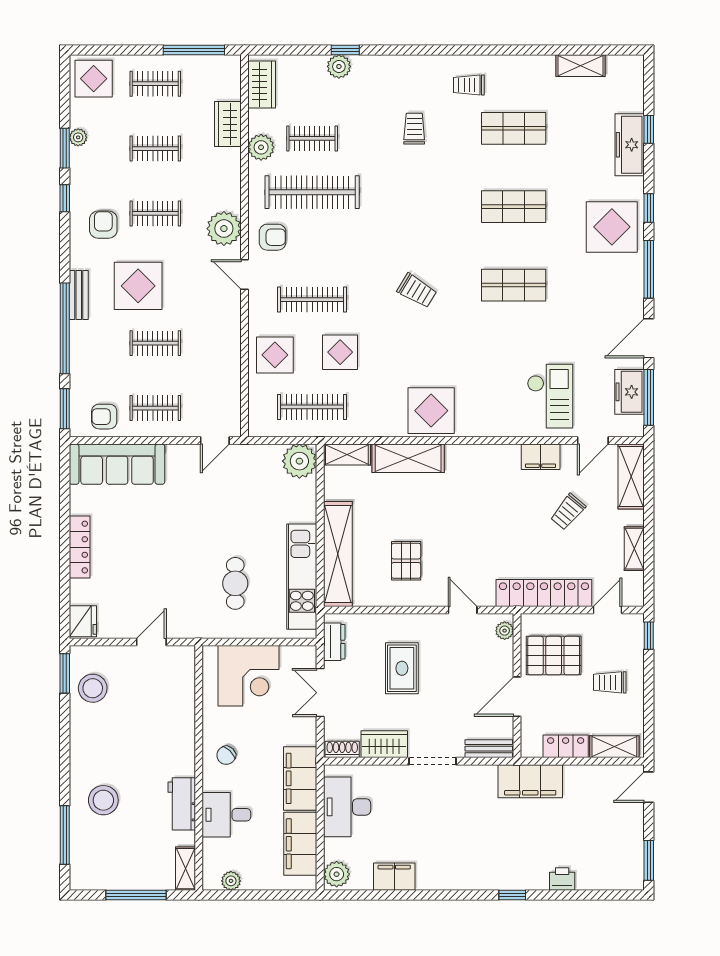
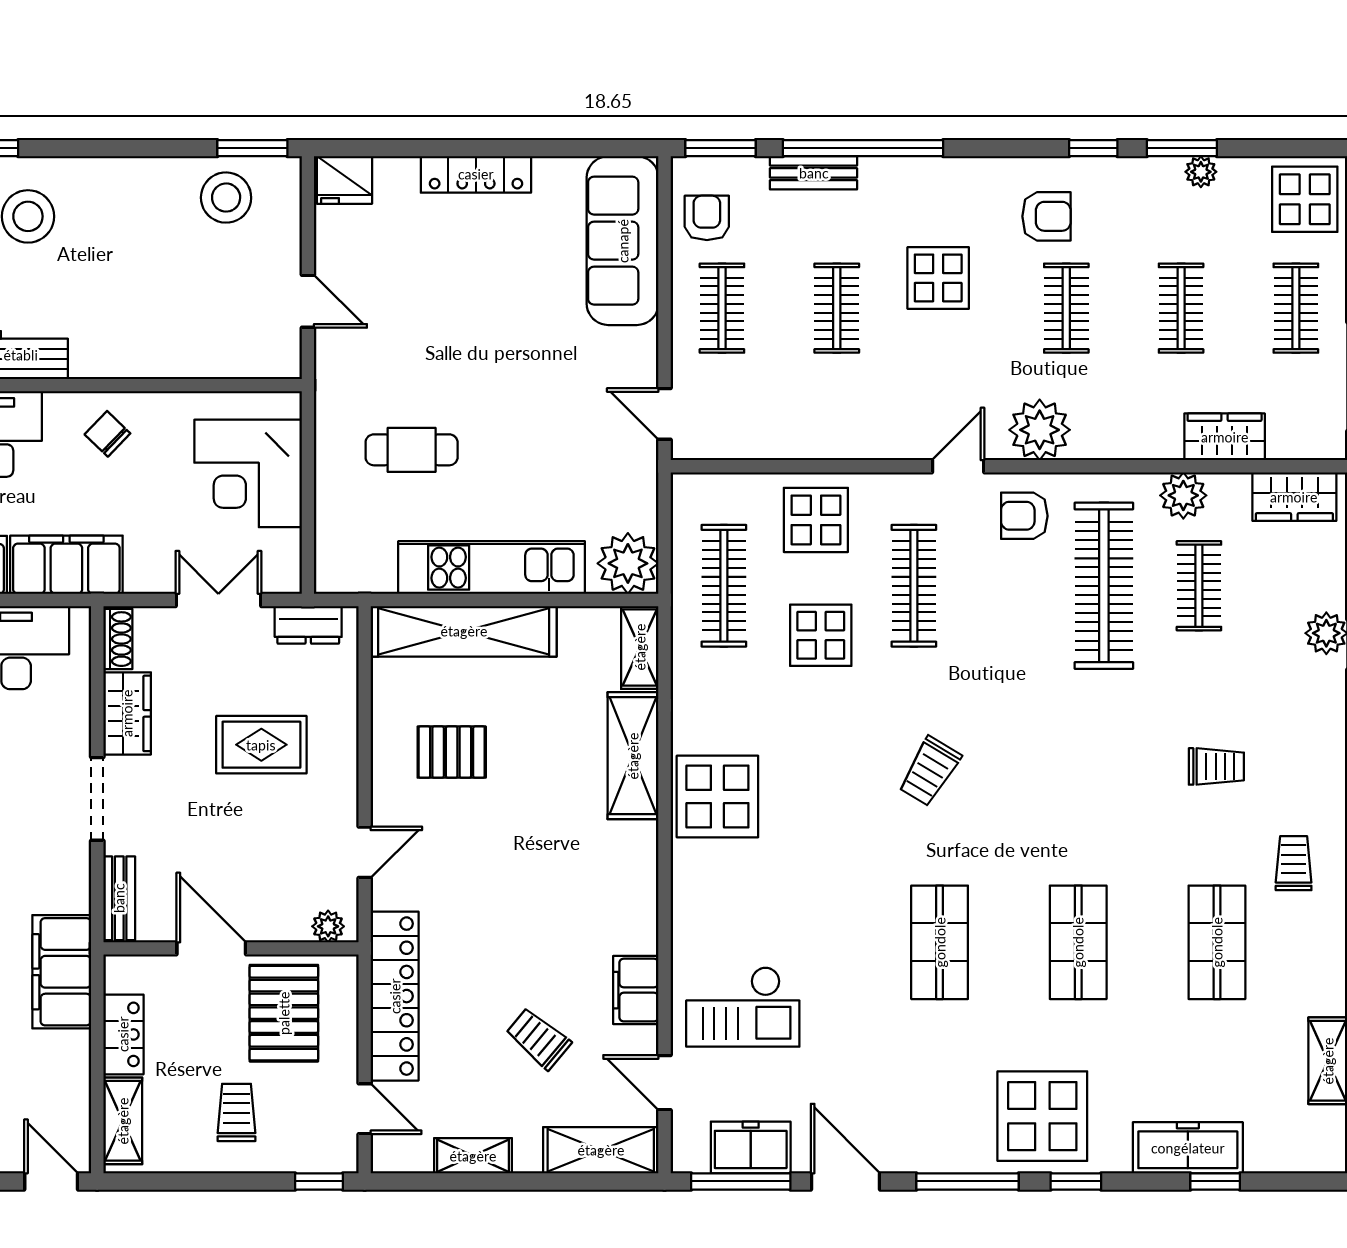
armchair: (273, 237) -> (1024, 516), turned 90
display table: (138, 286) -> (938, 278), width x0.73, depth x0.73
bench: (79, 295) -> (814, 173), moved
kitchen unit: (302, 577) -> (492, 568), moved

